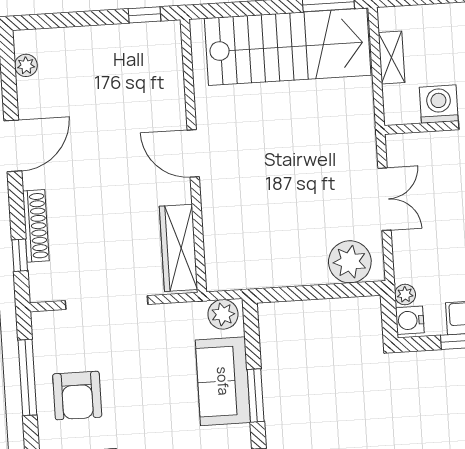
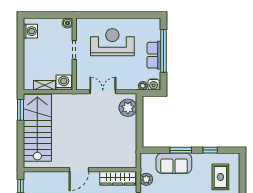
washing machine: (439, 104) -> (64, 82), moved, turned 90
plant: (223, 314) -> (146, 179), moved

